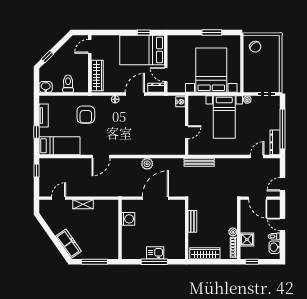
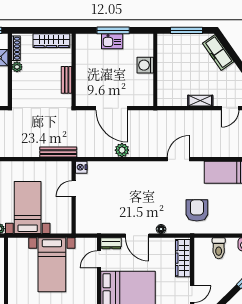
bed with nightstands: (211, 70) -> (52, 265), width x0.73
door: (166, 75) -> (99, 259), swing flipped
door: (135, 94) -> (137, 236), hinge flipped
nightstand: (180, 102) -> (81, 167), moved
door: (155, 198) -> (112, 108), hinge flipped
washing machine: (128, 219) -> (145, 65), moved

